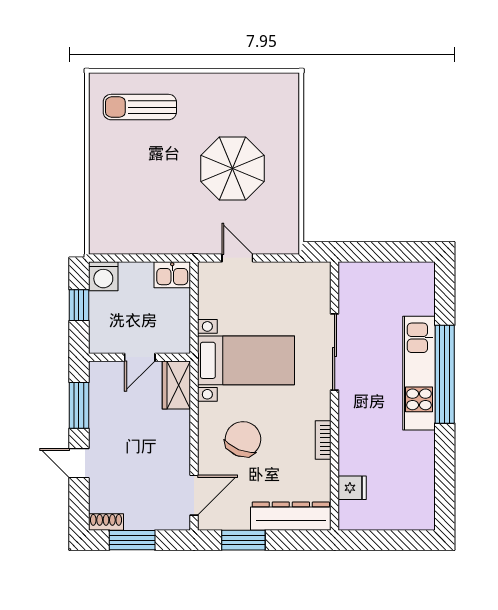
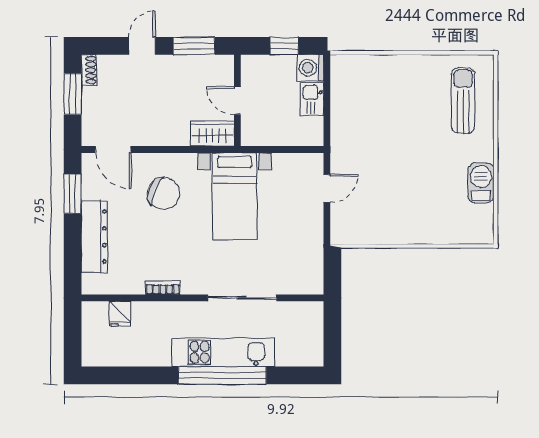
barbecue: (231, 87) -> (481, 183), added
parasol: (232, 168) -> (408, 184), removed
kitchen sink: (172, 275) -> (312, 99), moved
sliding door: (335, 352) -> (242, 298), moved
wall: (335, 396) -> (203, 298), moved
bookcase: (323, 440) -> (163, 288), moved
fridge: (352, 488) -> (120, 314), moved

